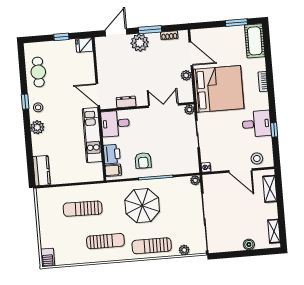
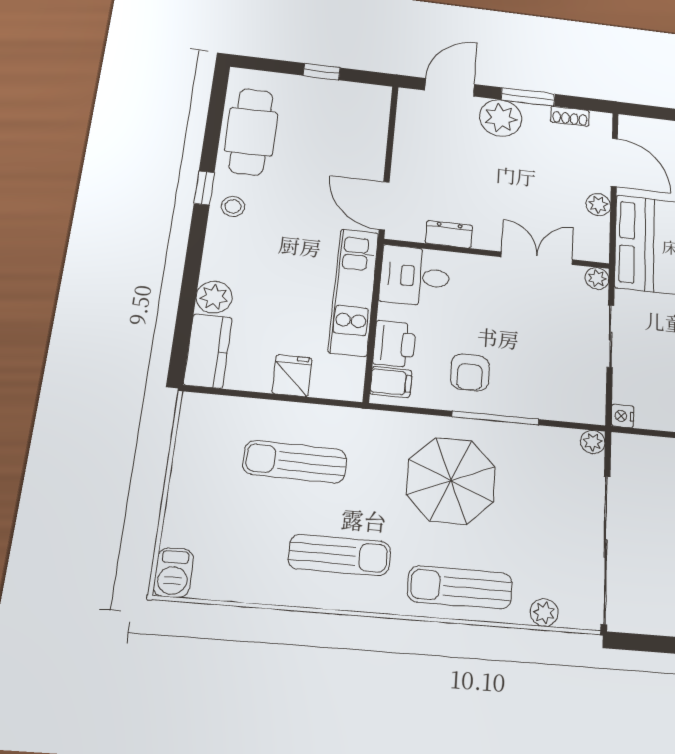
fridge: (84, 45) -> (292, 376), moved, turned 90
cafe table: (38, 72) -> (251, 132), width x1.37, depth x1.35
plant: (37, 127) -> (214, 297), moved

